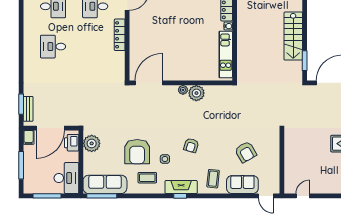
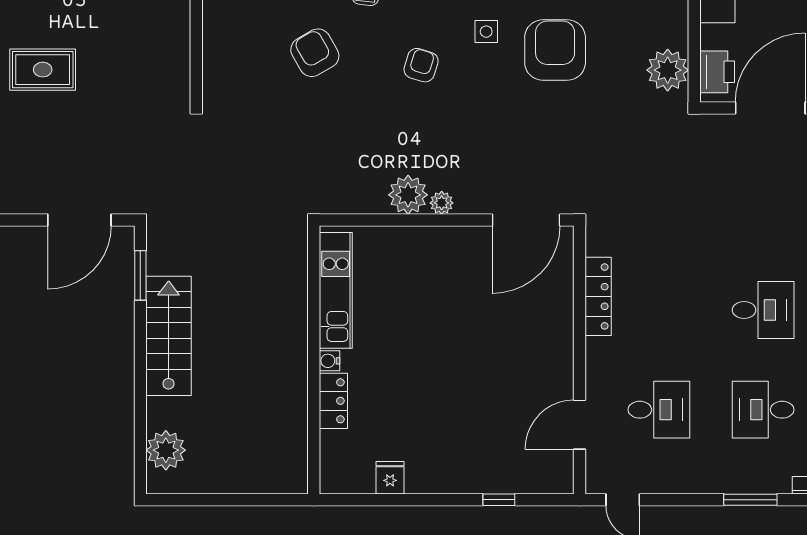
locker: (120, 35) -> (598, 296), moved
armchair: (246, 152) -> (315, 53), moved

